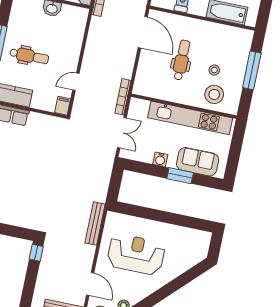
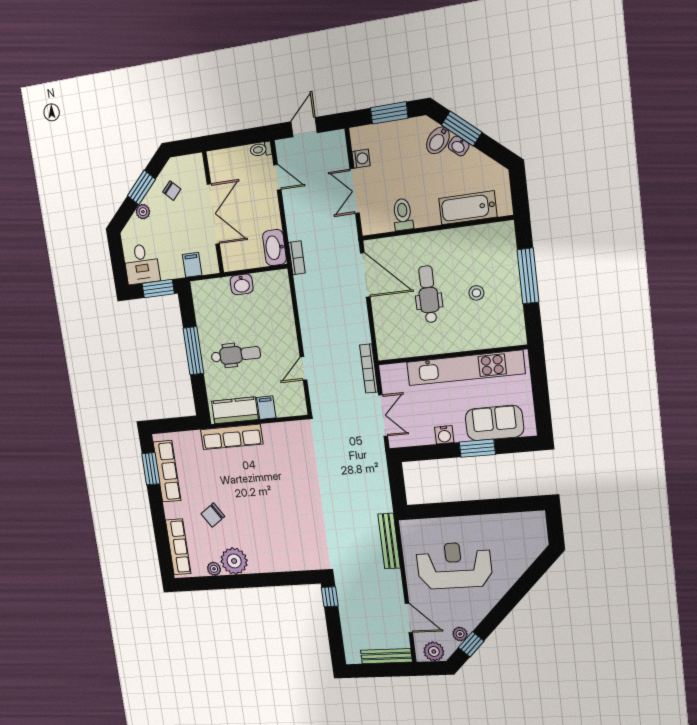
stool: (214, 94) -> (487, 326), removed
filing cabinet: (63, 106) -> (266, 408), moved

